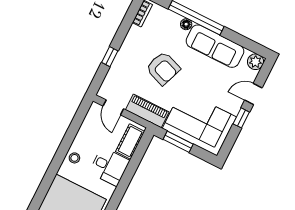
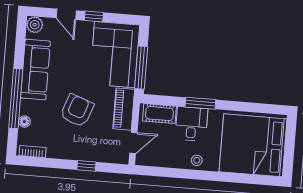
floor lamp: (186, 24) -> (24, 122), moved
window: (178, 142) -> (141, 68), width x1.44
window: (124, 182) -> (200, 103), added

